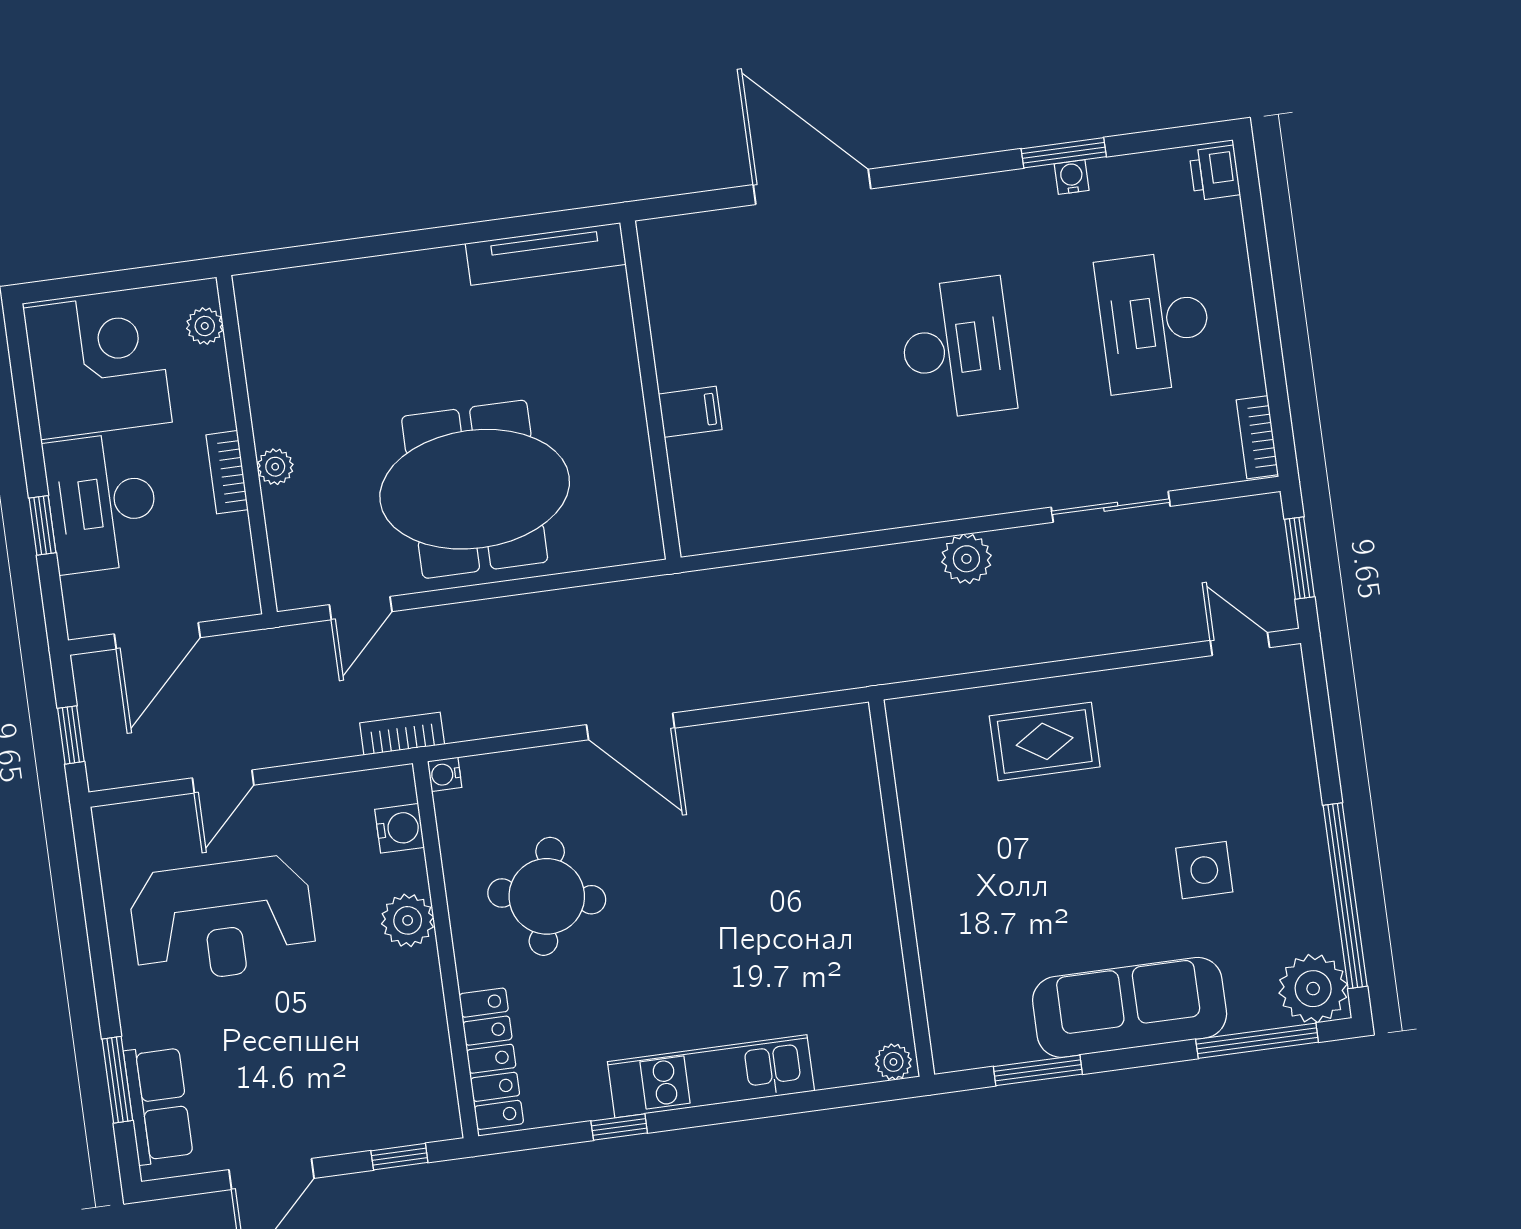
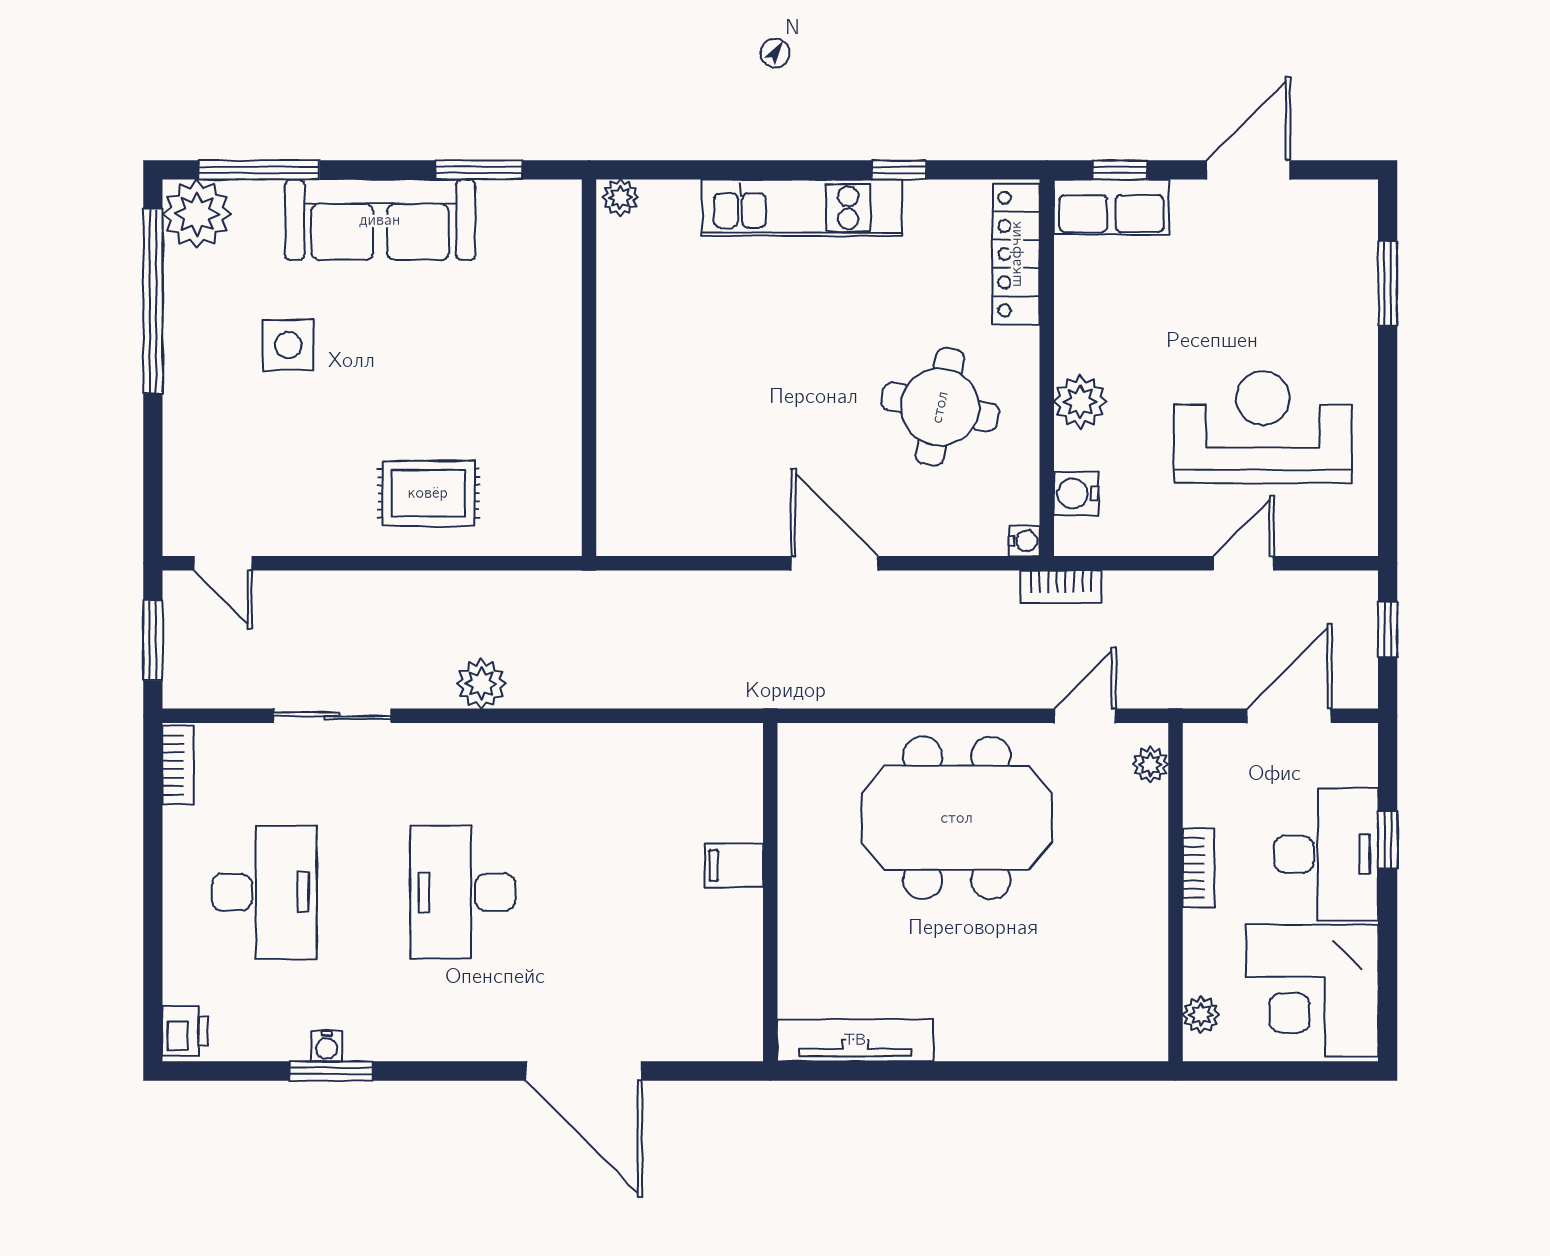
plant: (275, 467) -> (1150, 765), moved
row of seats: (158, 1105) -> (1111, 207), moved, turned -90

